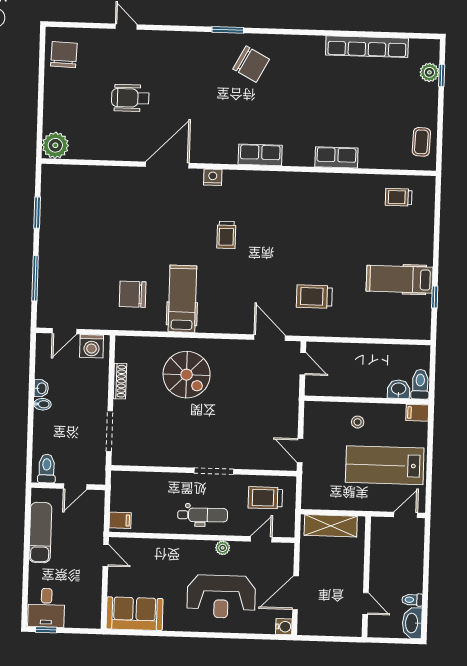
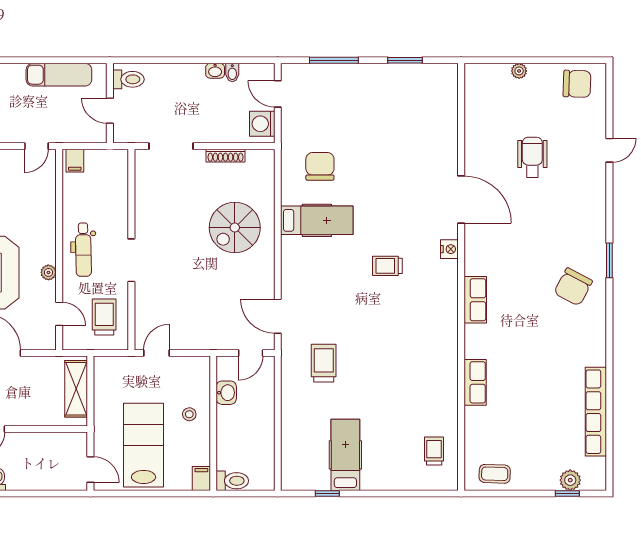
plant: (55, 145) -> (519, 71), moved, width x0.53, depth x0.53
door: (270, 338) -> (278, 316), swing flipped
washbasin: (399, 389) -> (226, 393), moved
bidet: (42, 404) -> (232, 72), moved

